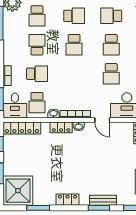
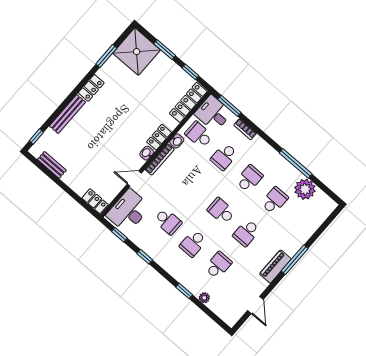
school desk: (37, 16) -> (275, 201), turned 90
school desk: (37, 45) -> (249, 179), turned -90
school desk: (111, 45) -> (193, 243), turned -90
school desk: (111, 74) -> (168, 221), turned 180
bench: (103, 200) -> (67, 114), width x1.36
window: (99, 208) -> (60, 109), removed

